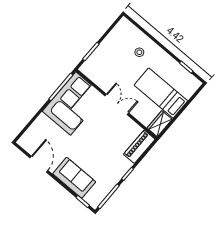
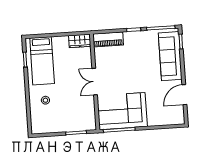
bed: (161, 93) -> (42, 61), moved
sofa: (74, 178) -> (170, 56), width x1.36

